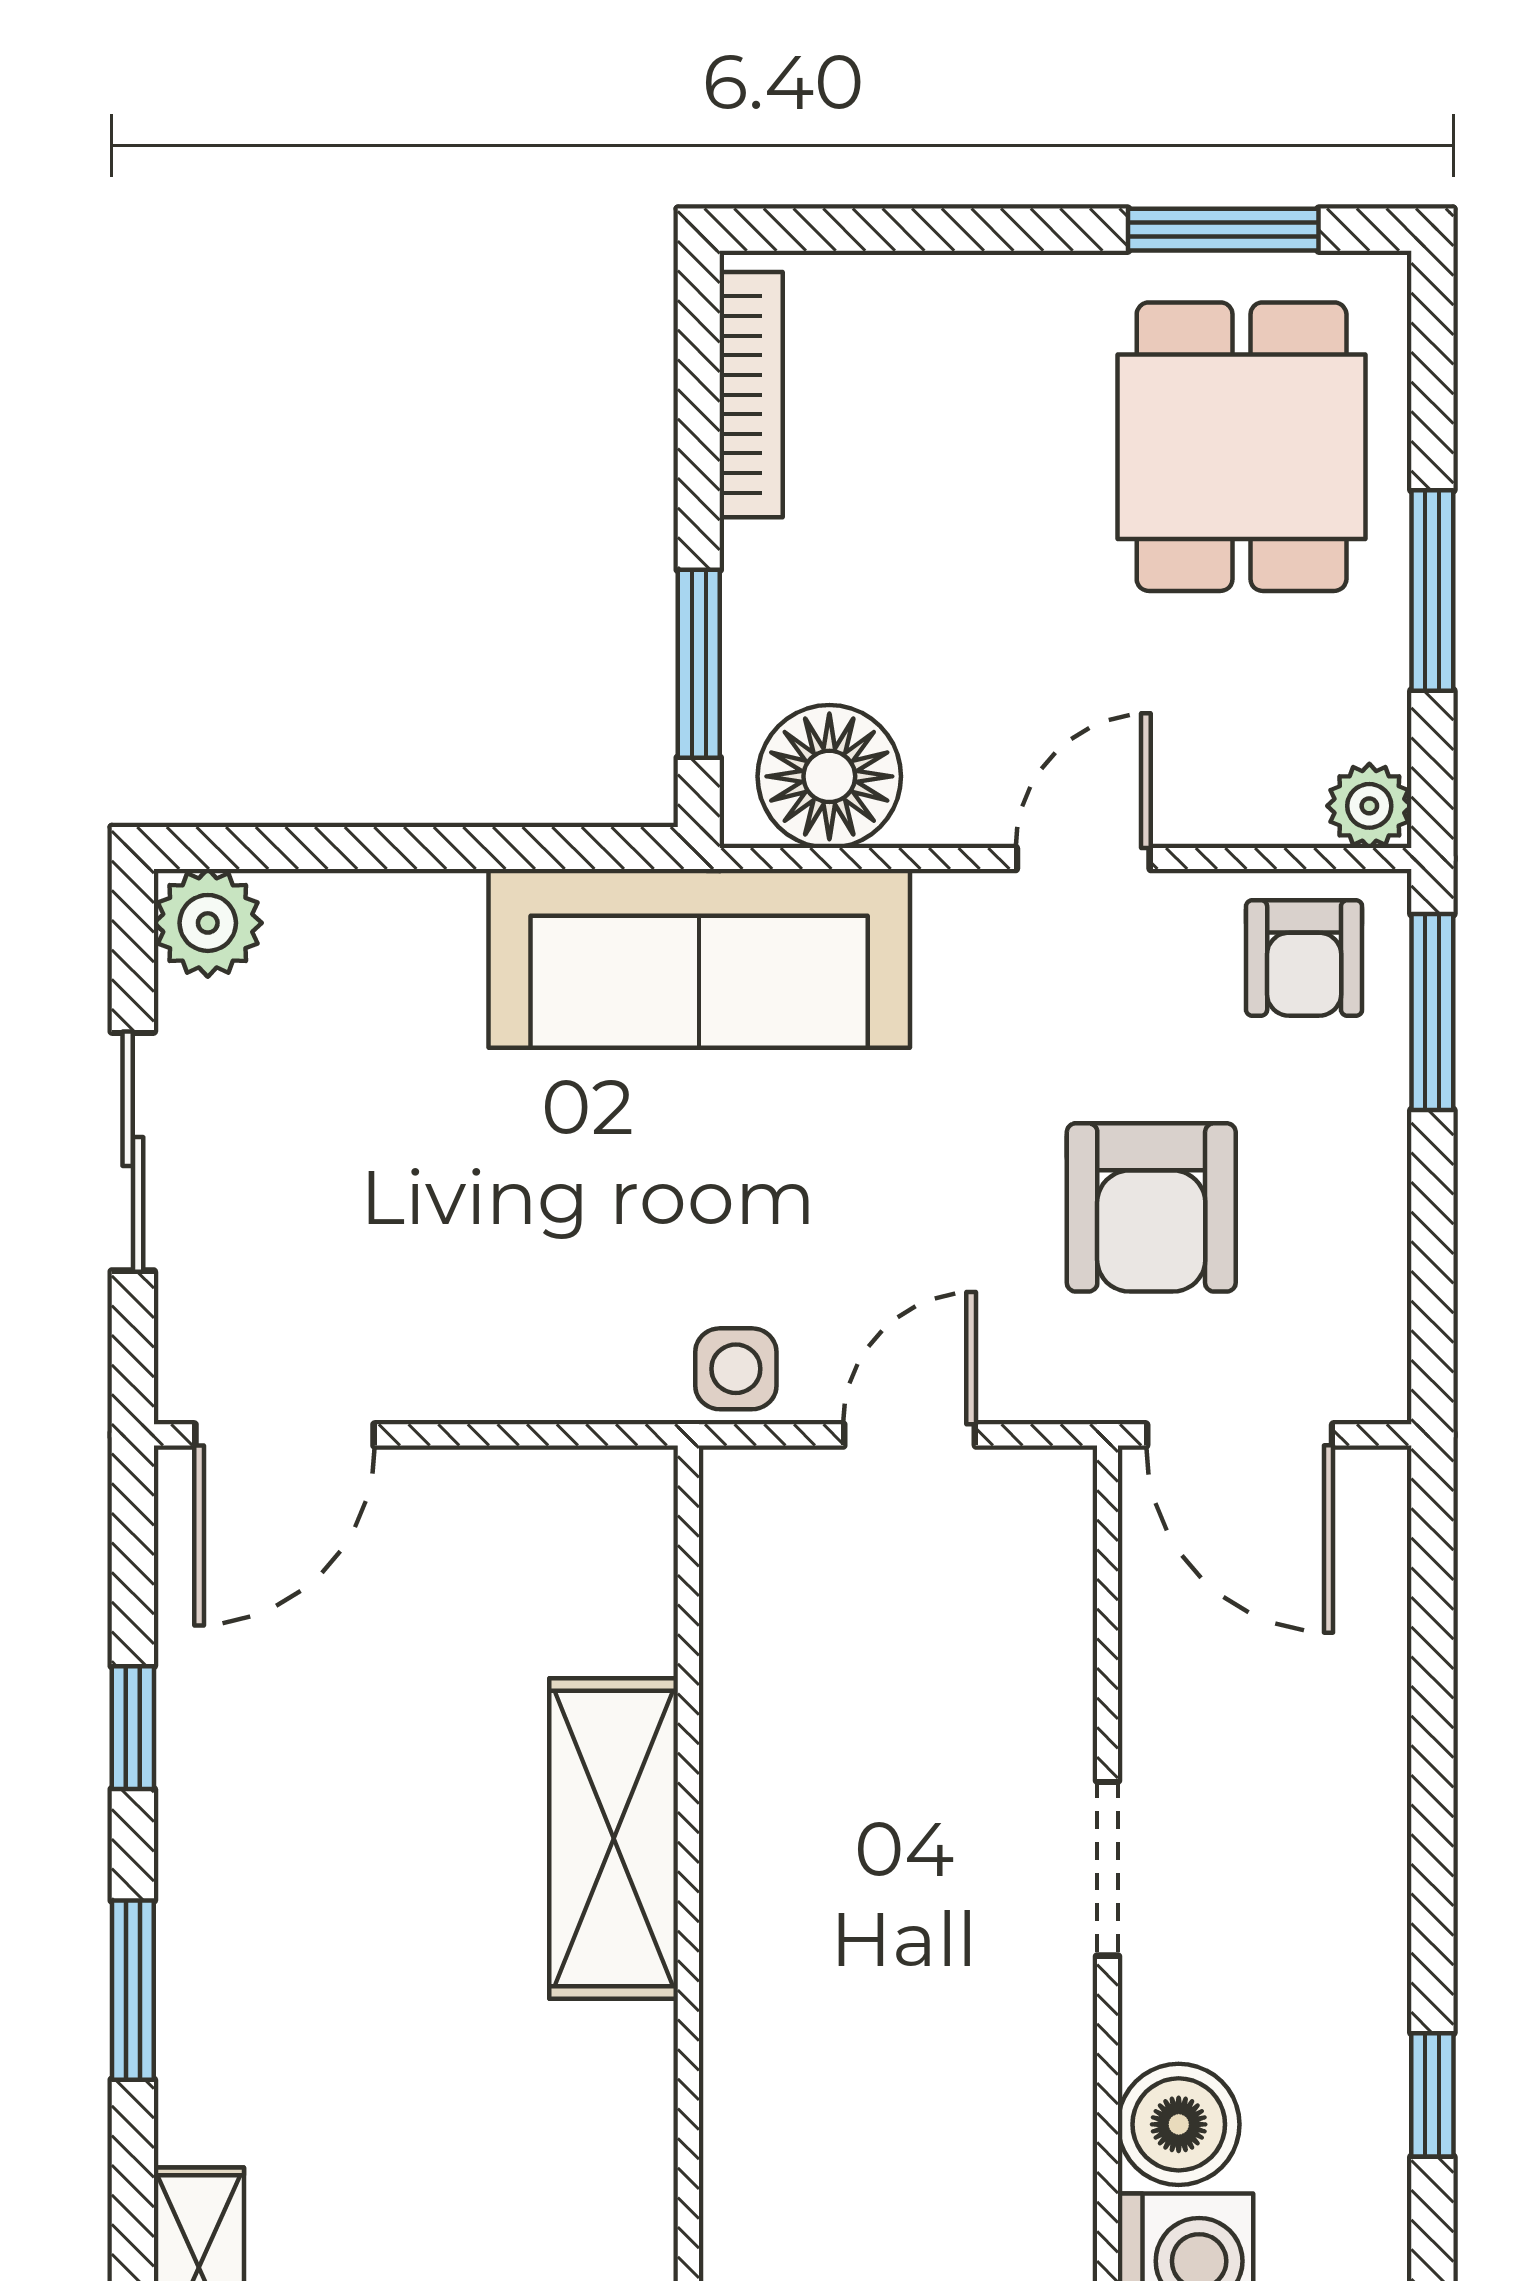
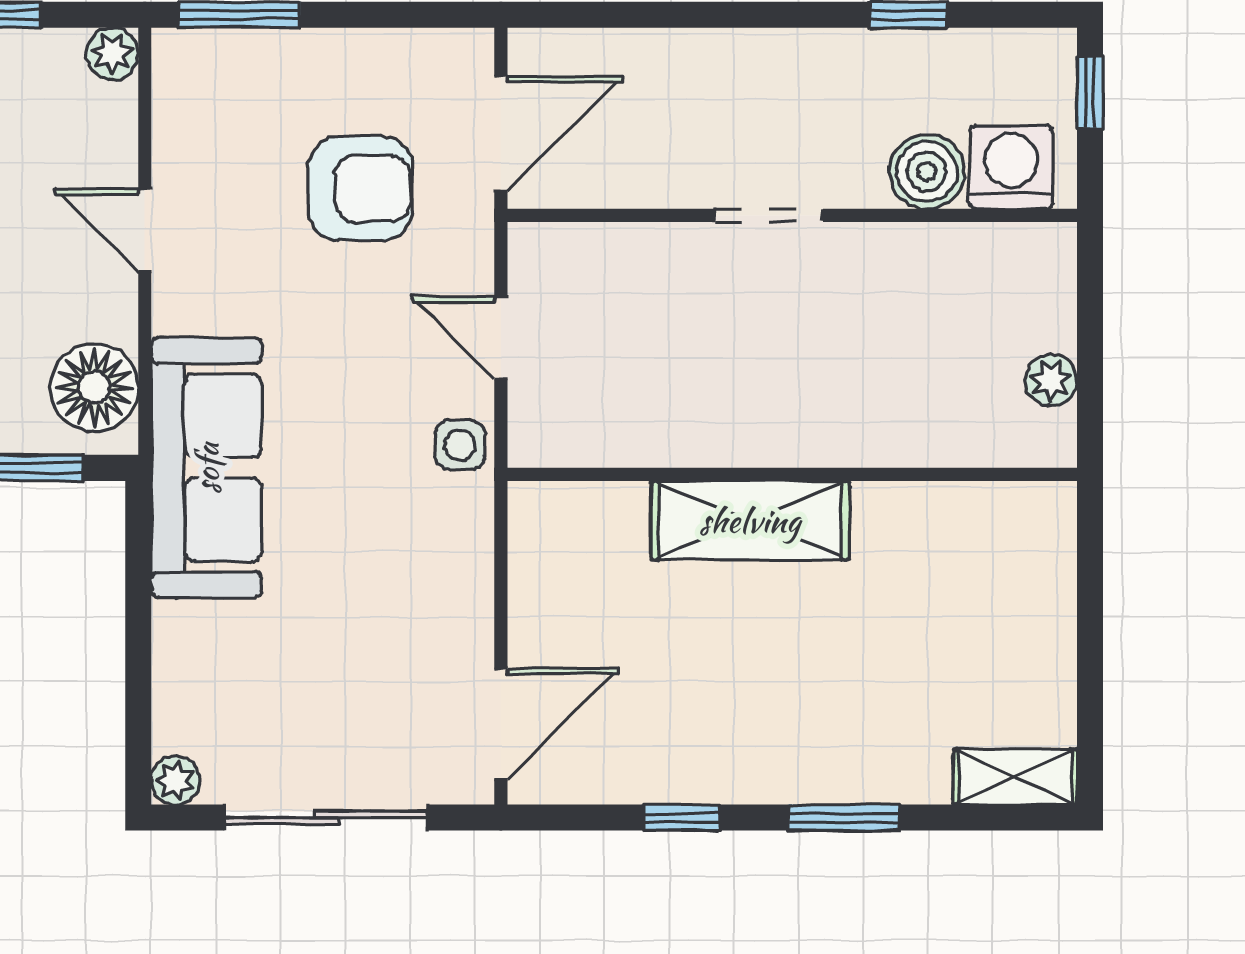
plant: (208, 923) -> (175, 780), width x0.73, depth x0.73
armchair: (1304, 958) -> (206, 94), removed
sliding door: (133, 1152) -> (326, 818), width x1.37
door: (284, 1435) -> (501, 724), hinge flipped

